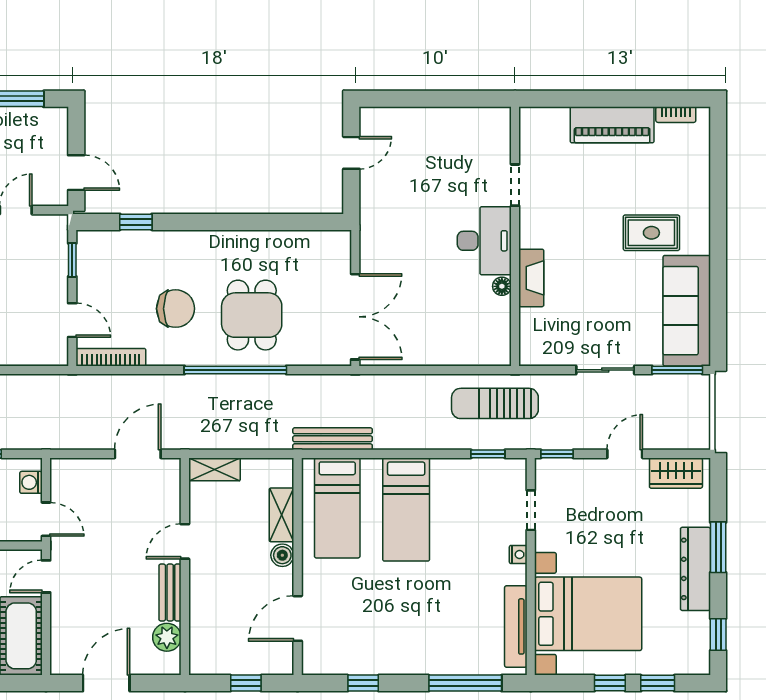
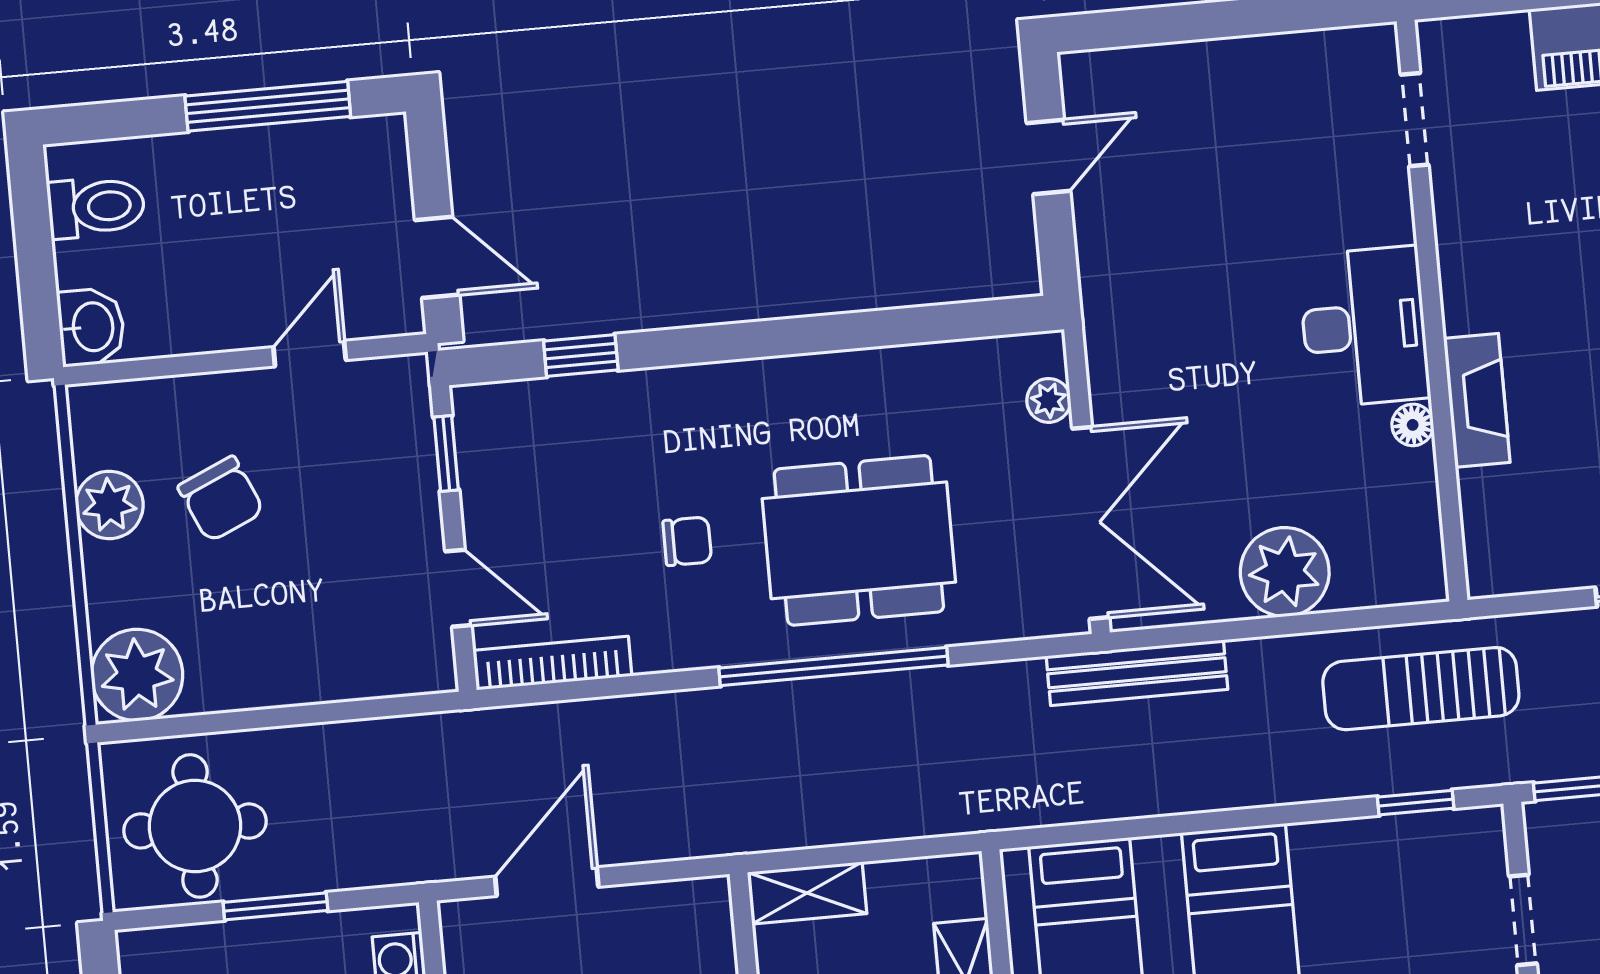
doorway: (515, 185) -> (1415, 120), moved
plant: (342, 261) -> (1049, 400), added
chair: (176, 309) -> (687, 541), width x0.54, depth x0.54
dining table: (252, 315) -> (859, 540), width x1.38
plant: (439, 346) -> (1285, 572), added
bench: (333, 439) -> (1137, 673), moved
door: (138, 454) -> (547, 882), moved

